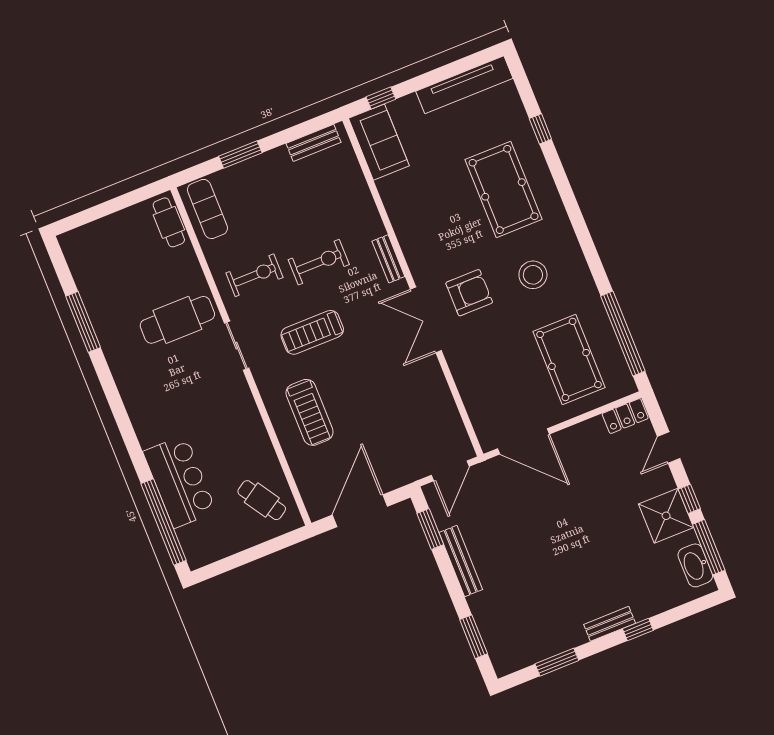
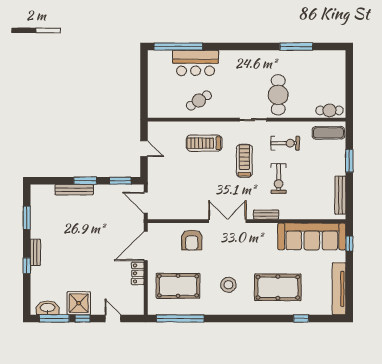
sofa: (379, 142) -> (312, 236), width x1.85, depth x1.27
bench: (313, 143) -> (340, 195), width x1.36
exercise bike: (254, 275) -> (285, 143), turned -90
armchair: (469, 293) -> (192, 240), moved
locker: (625, 416) -> (138, 273), moved
cafe table: (262, 500) -> (199, 100), moved
door: (360, 511) -> (144, 149), width x0.53
bench: (461, 561) -> (74, 190), moved
window: (474, 637) -> (85, 181), moved

